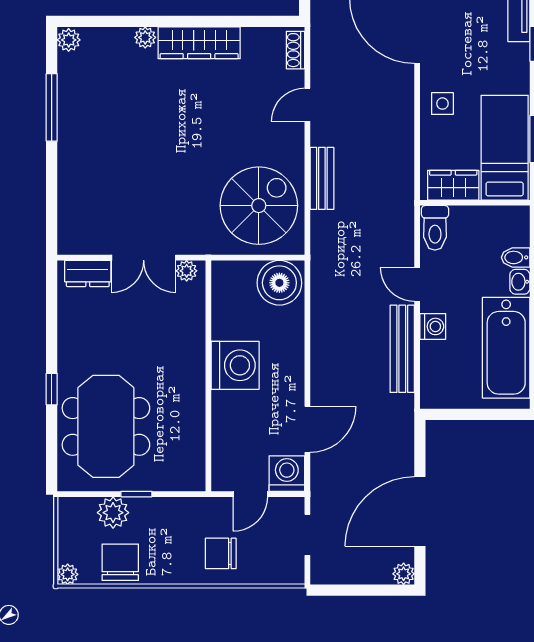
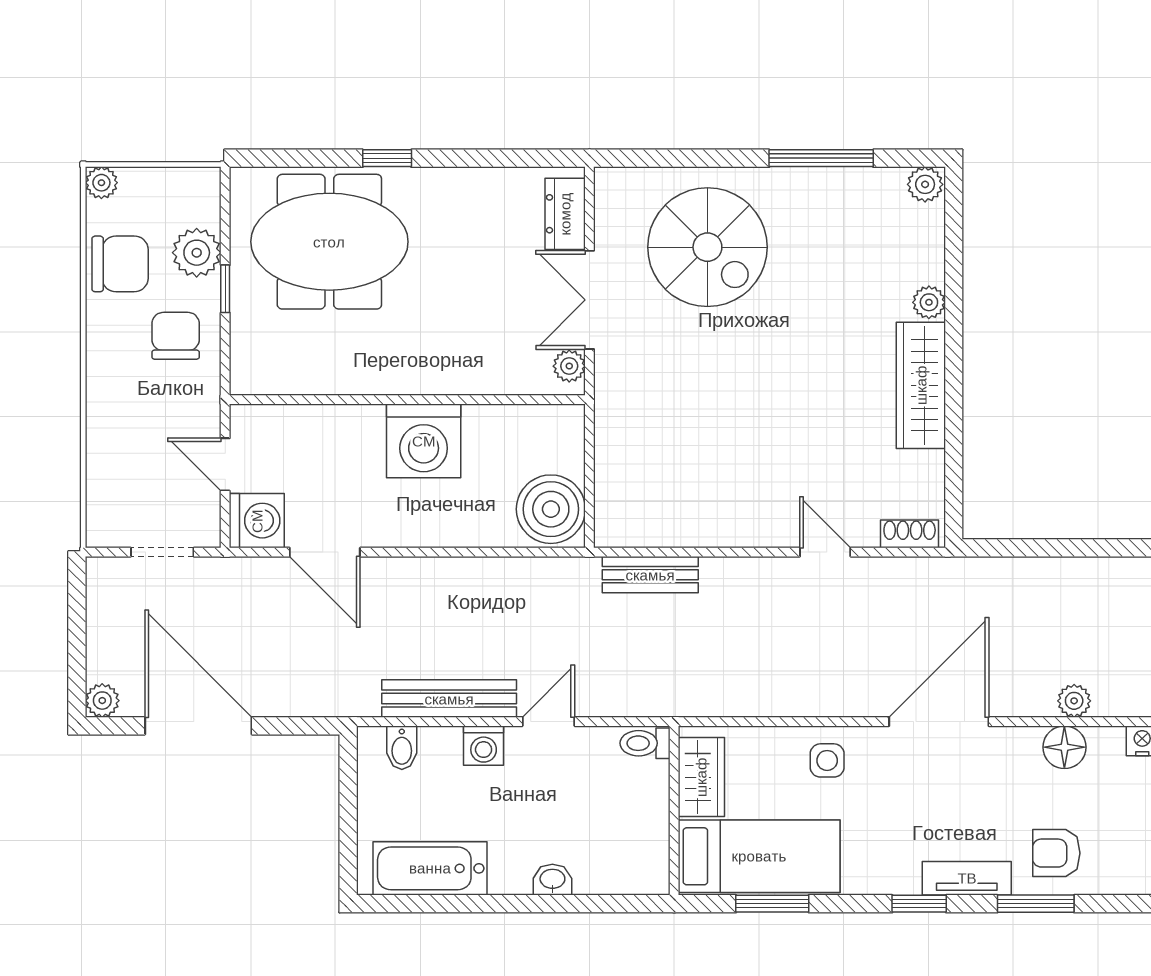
bench: (322, 178) -> (650, 575), moved
spiral stairs: (259, 206) -> (707, 247), moved
toilet: (435, 228) -> (645, 743), width x0.73, depth x0.72
bidet: (516, 257) -> (402, 748), moved, turned 180
bathtub: (506, 348) -> (430, 868), width x0.73, depth x0.73
chair: (221, 553) -> (176, 336), moved

